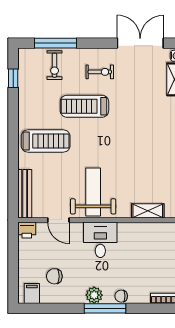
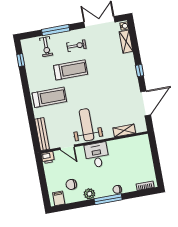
window: (55, 43) -> (56, 30), moved
treadmill: (84, 106) -> (71, 70), turned 180
plant: (94, 295) -> (89, 194), moved

